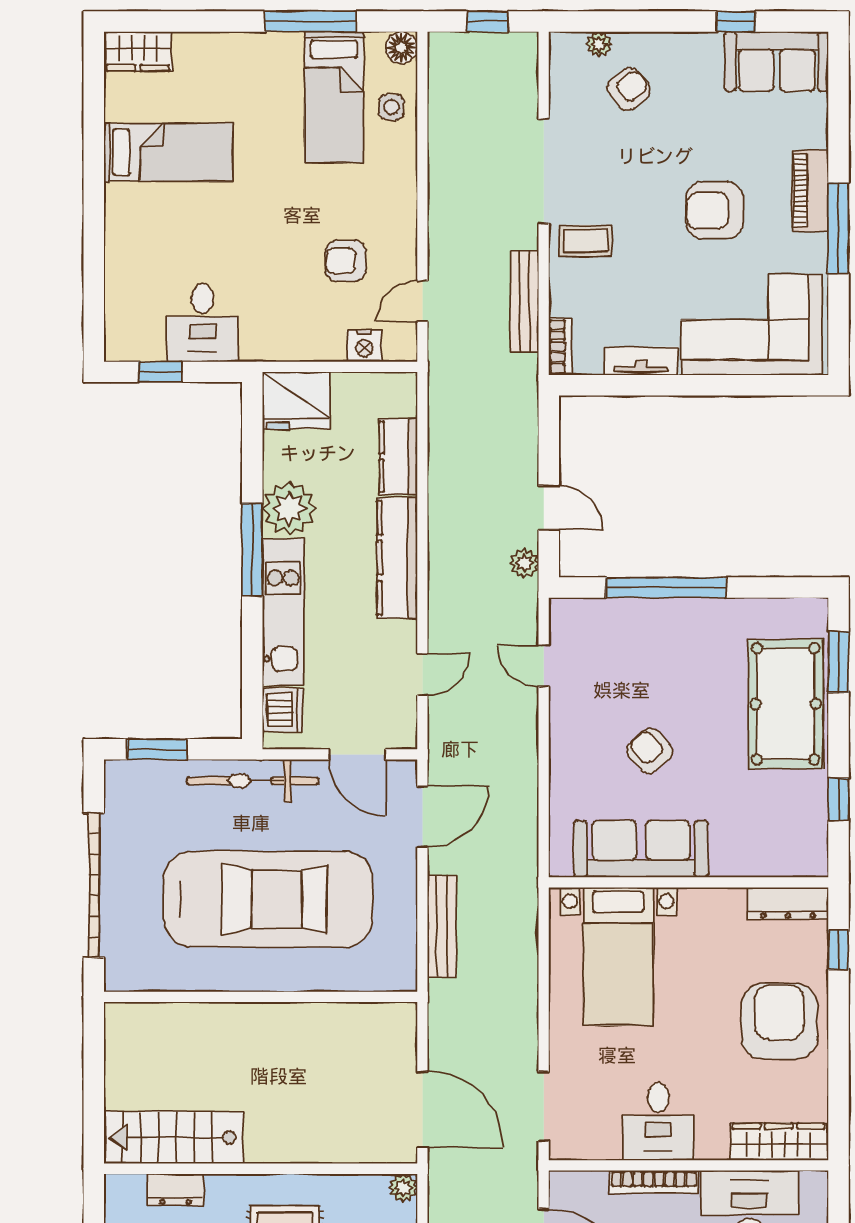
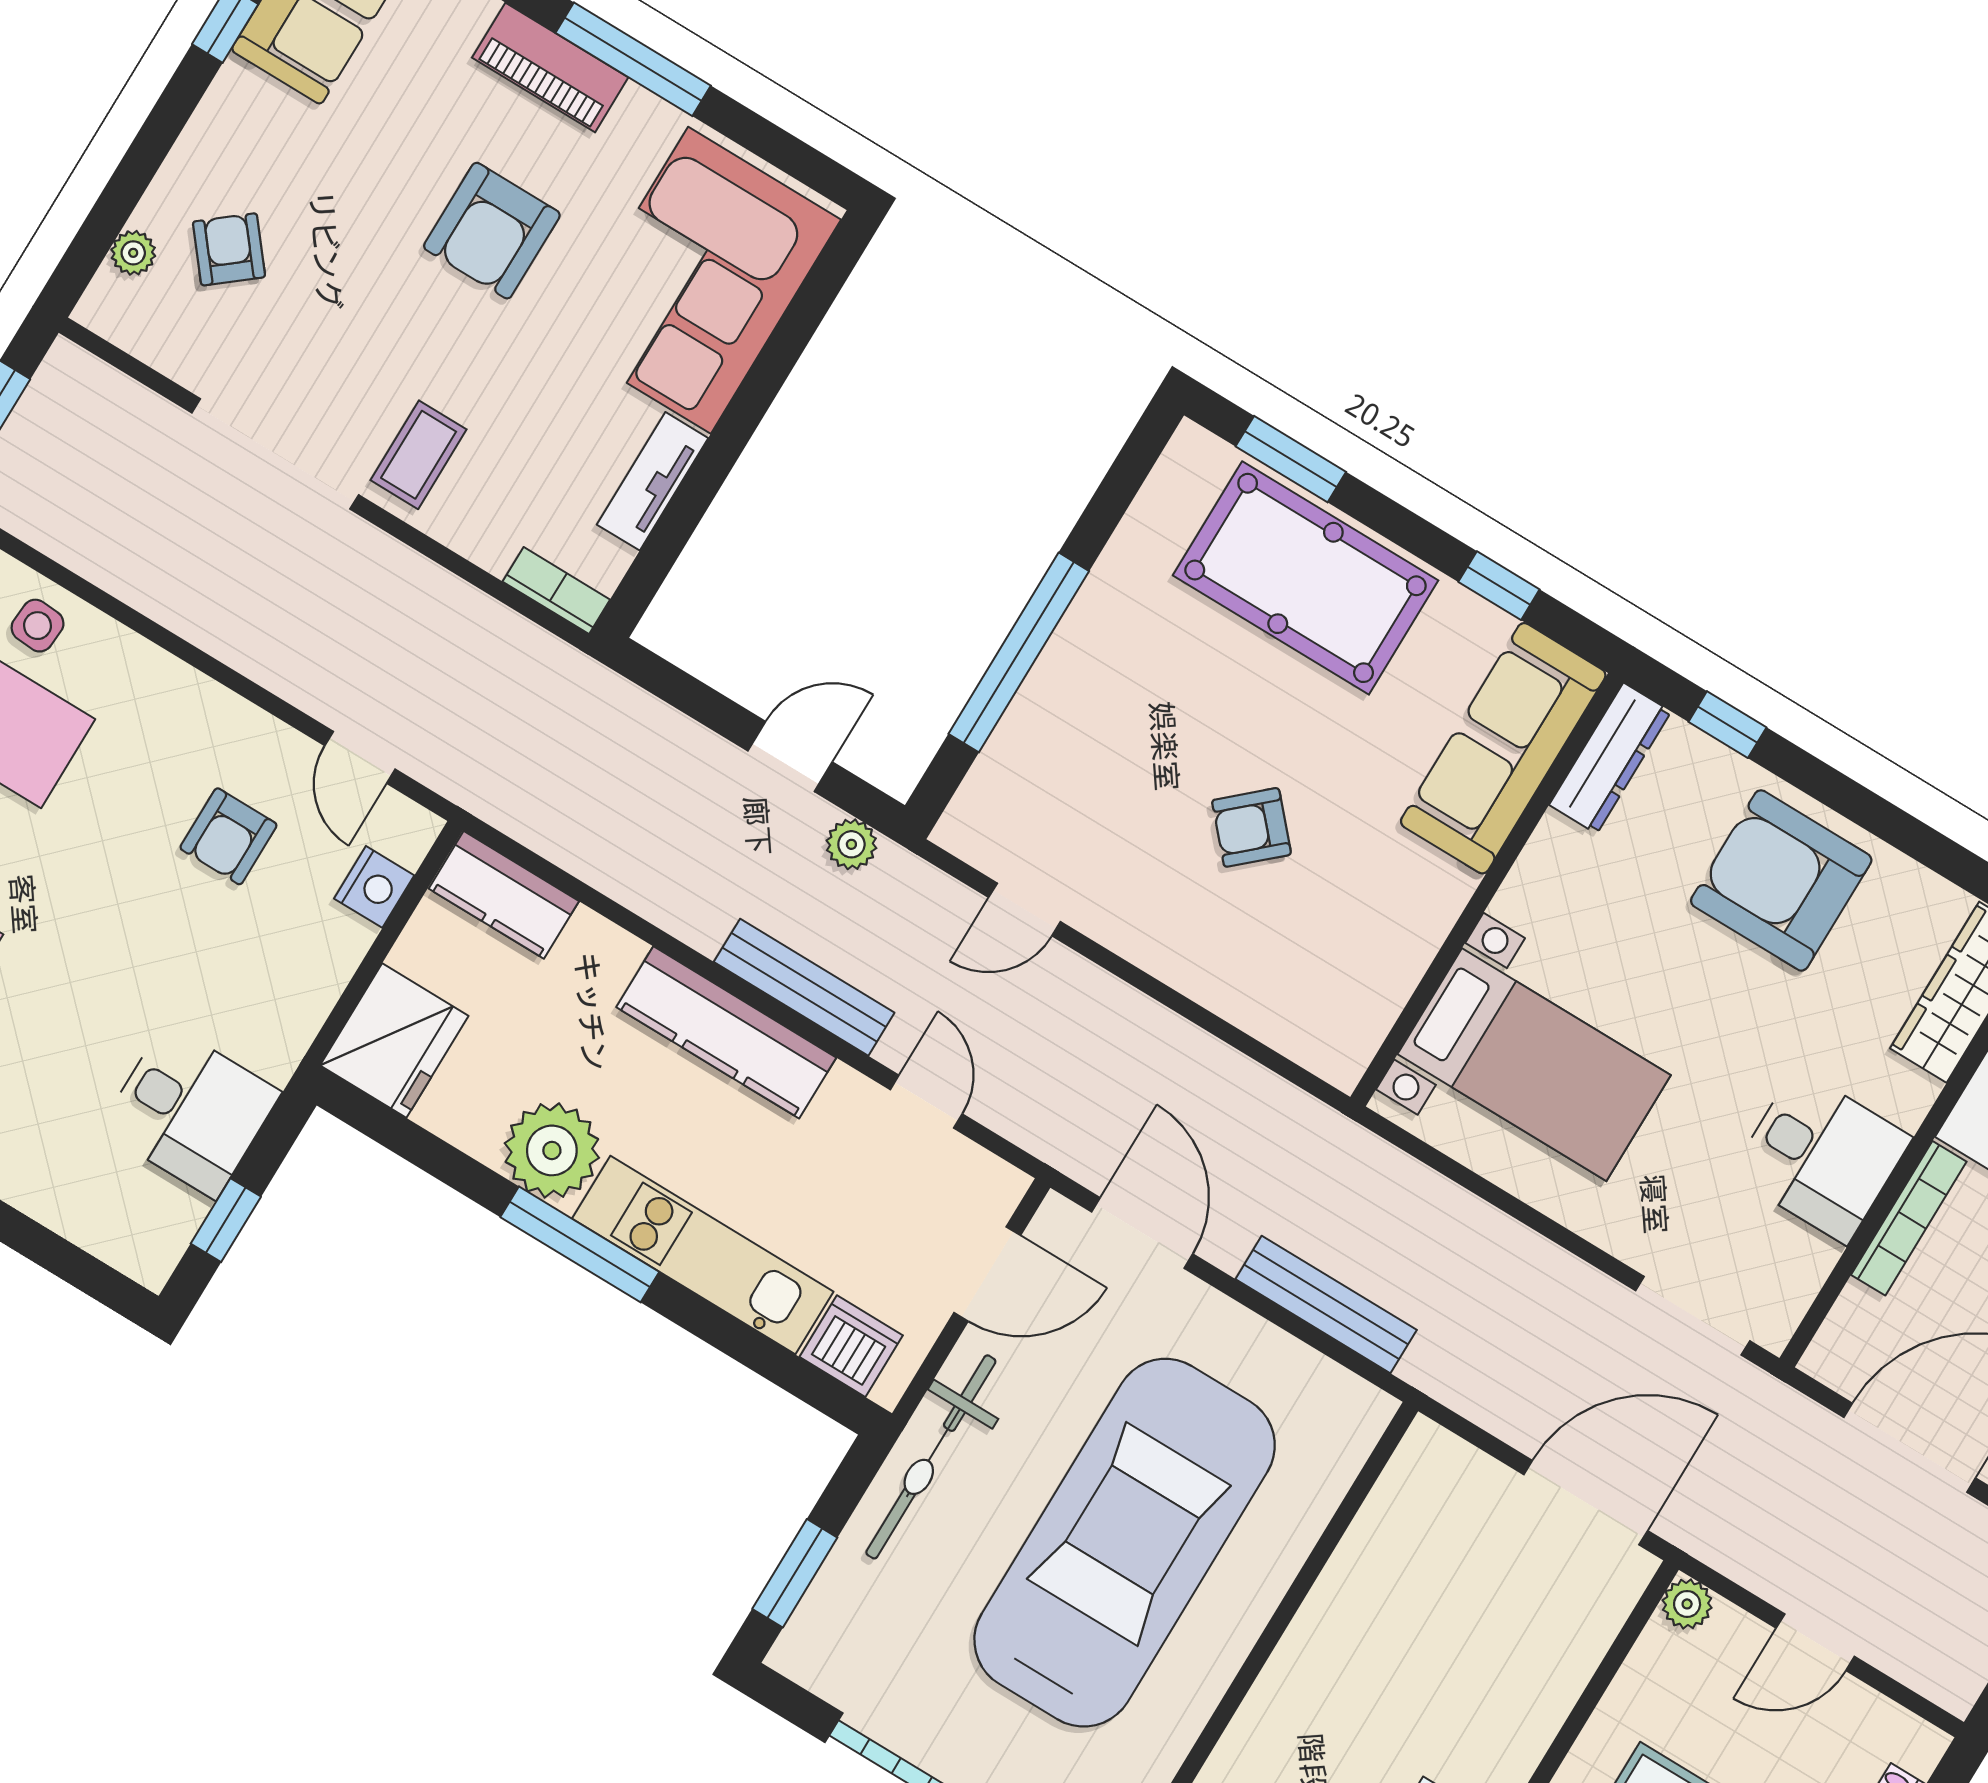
bench: (524, 302) -> (804, 987), moved
kitchen counter: (398, 457) -> (504, 895), moved
sofa: (641, 849) -> (1503, 748), moved

